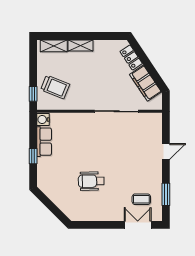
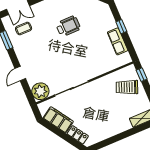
shelving: (81, 45) -> (121, 128), removed
water cooler: (43, 120) -> (126, 58), removed
plant: (152, 123) -> (40, 91), added

